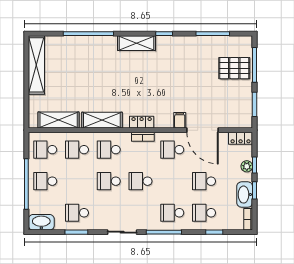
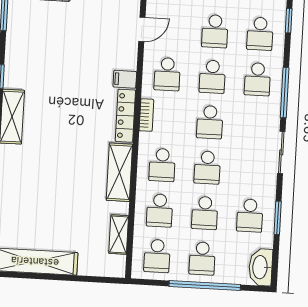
shelving: (59, 120) -> (119, 235), width x0.67, depth x0.75
filing cabinet: (180, 120) -> (125, 79), moved
locker: (142, 122) -> (125, 116), width x1.53
door: (202, 130) -> (142, 29), width x0.53
school desk: (77, 181) -> (205, 213), added
school desk: (172, 181) -> (212, 77), added

